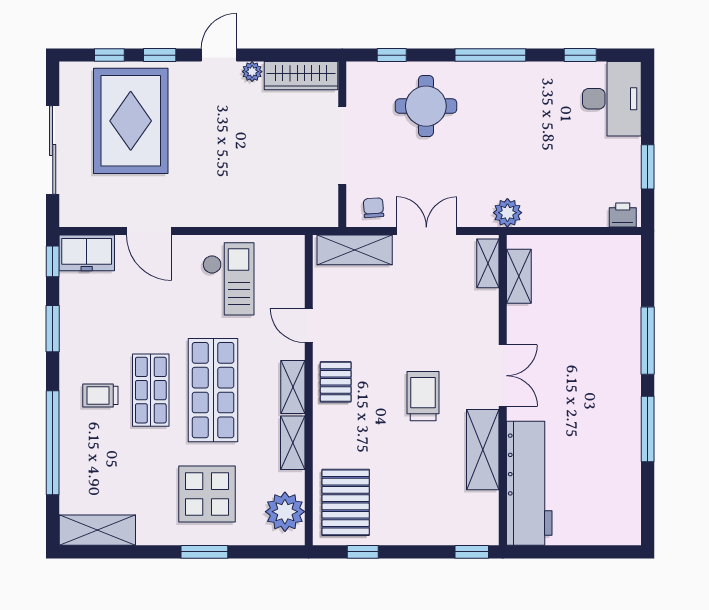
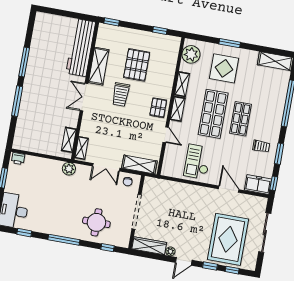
trolley: (100, 395) -> (261, 146), moved
pallet: (346, 502) -> (137, 65), moved

